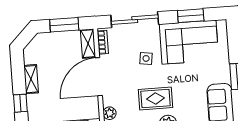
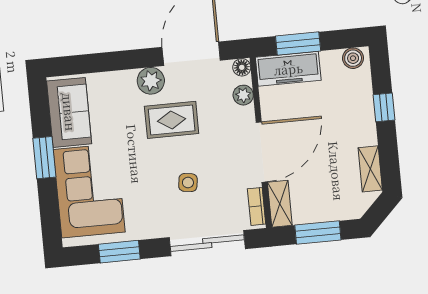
corner sofa: (189, 42) -> (89, 191), moved, turned 90
shelving: (31, 79) -> (370, 169), moved

